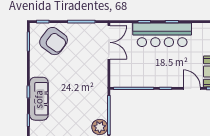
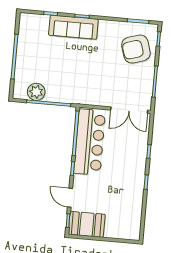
bar counter: (162, 35) -> (90, 142), moved, turned 180
armchair: (54, 41) -> (136, 49), turned 37
door: (192, 88) -> (70, 198), swing flipped

